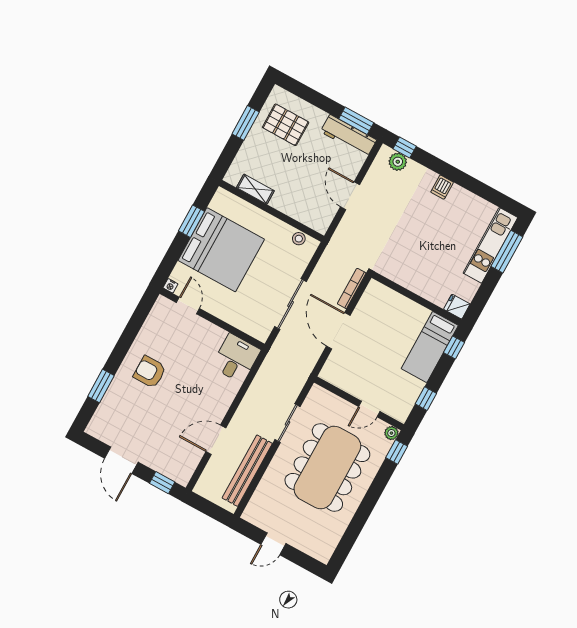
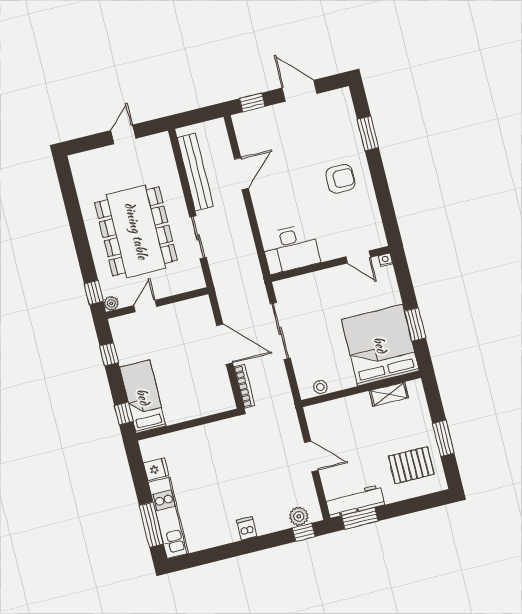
bed: (221, 250) -> (380, 345), moved, turned 90
fridge: (457, 307) -> (156, 469), moved
desk: (236, 358) -> (291, 249), width x1.37

